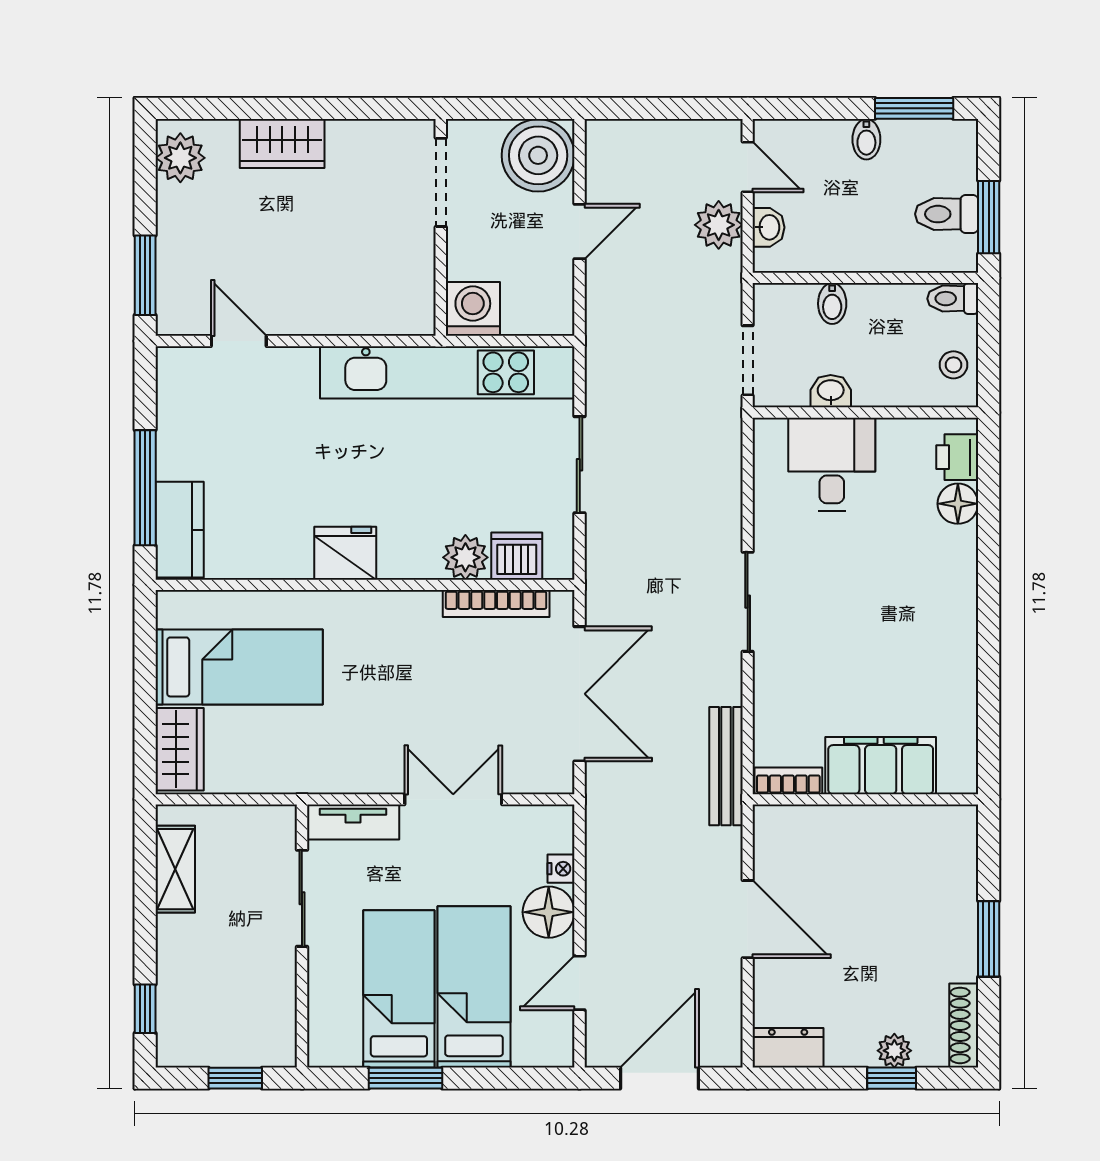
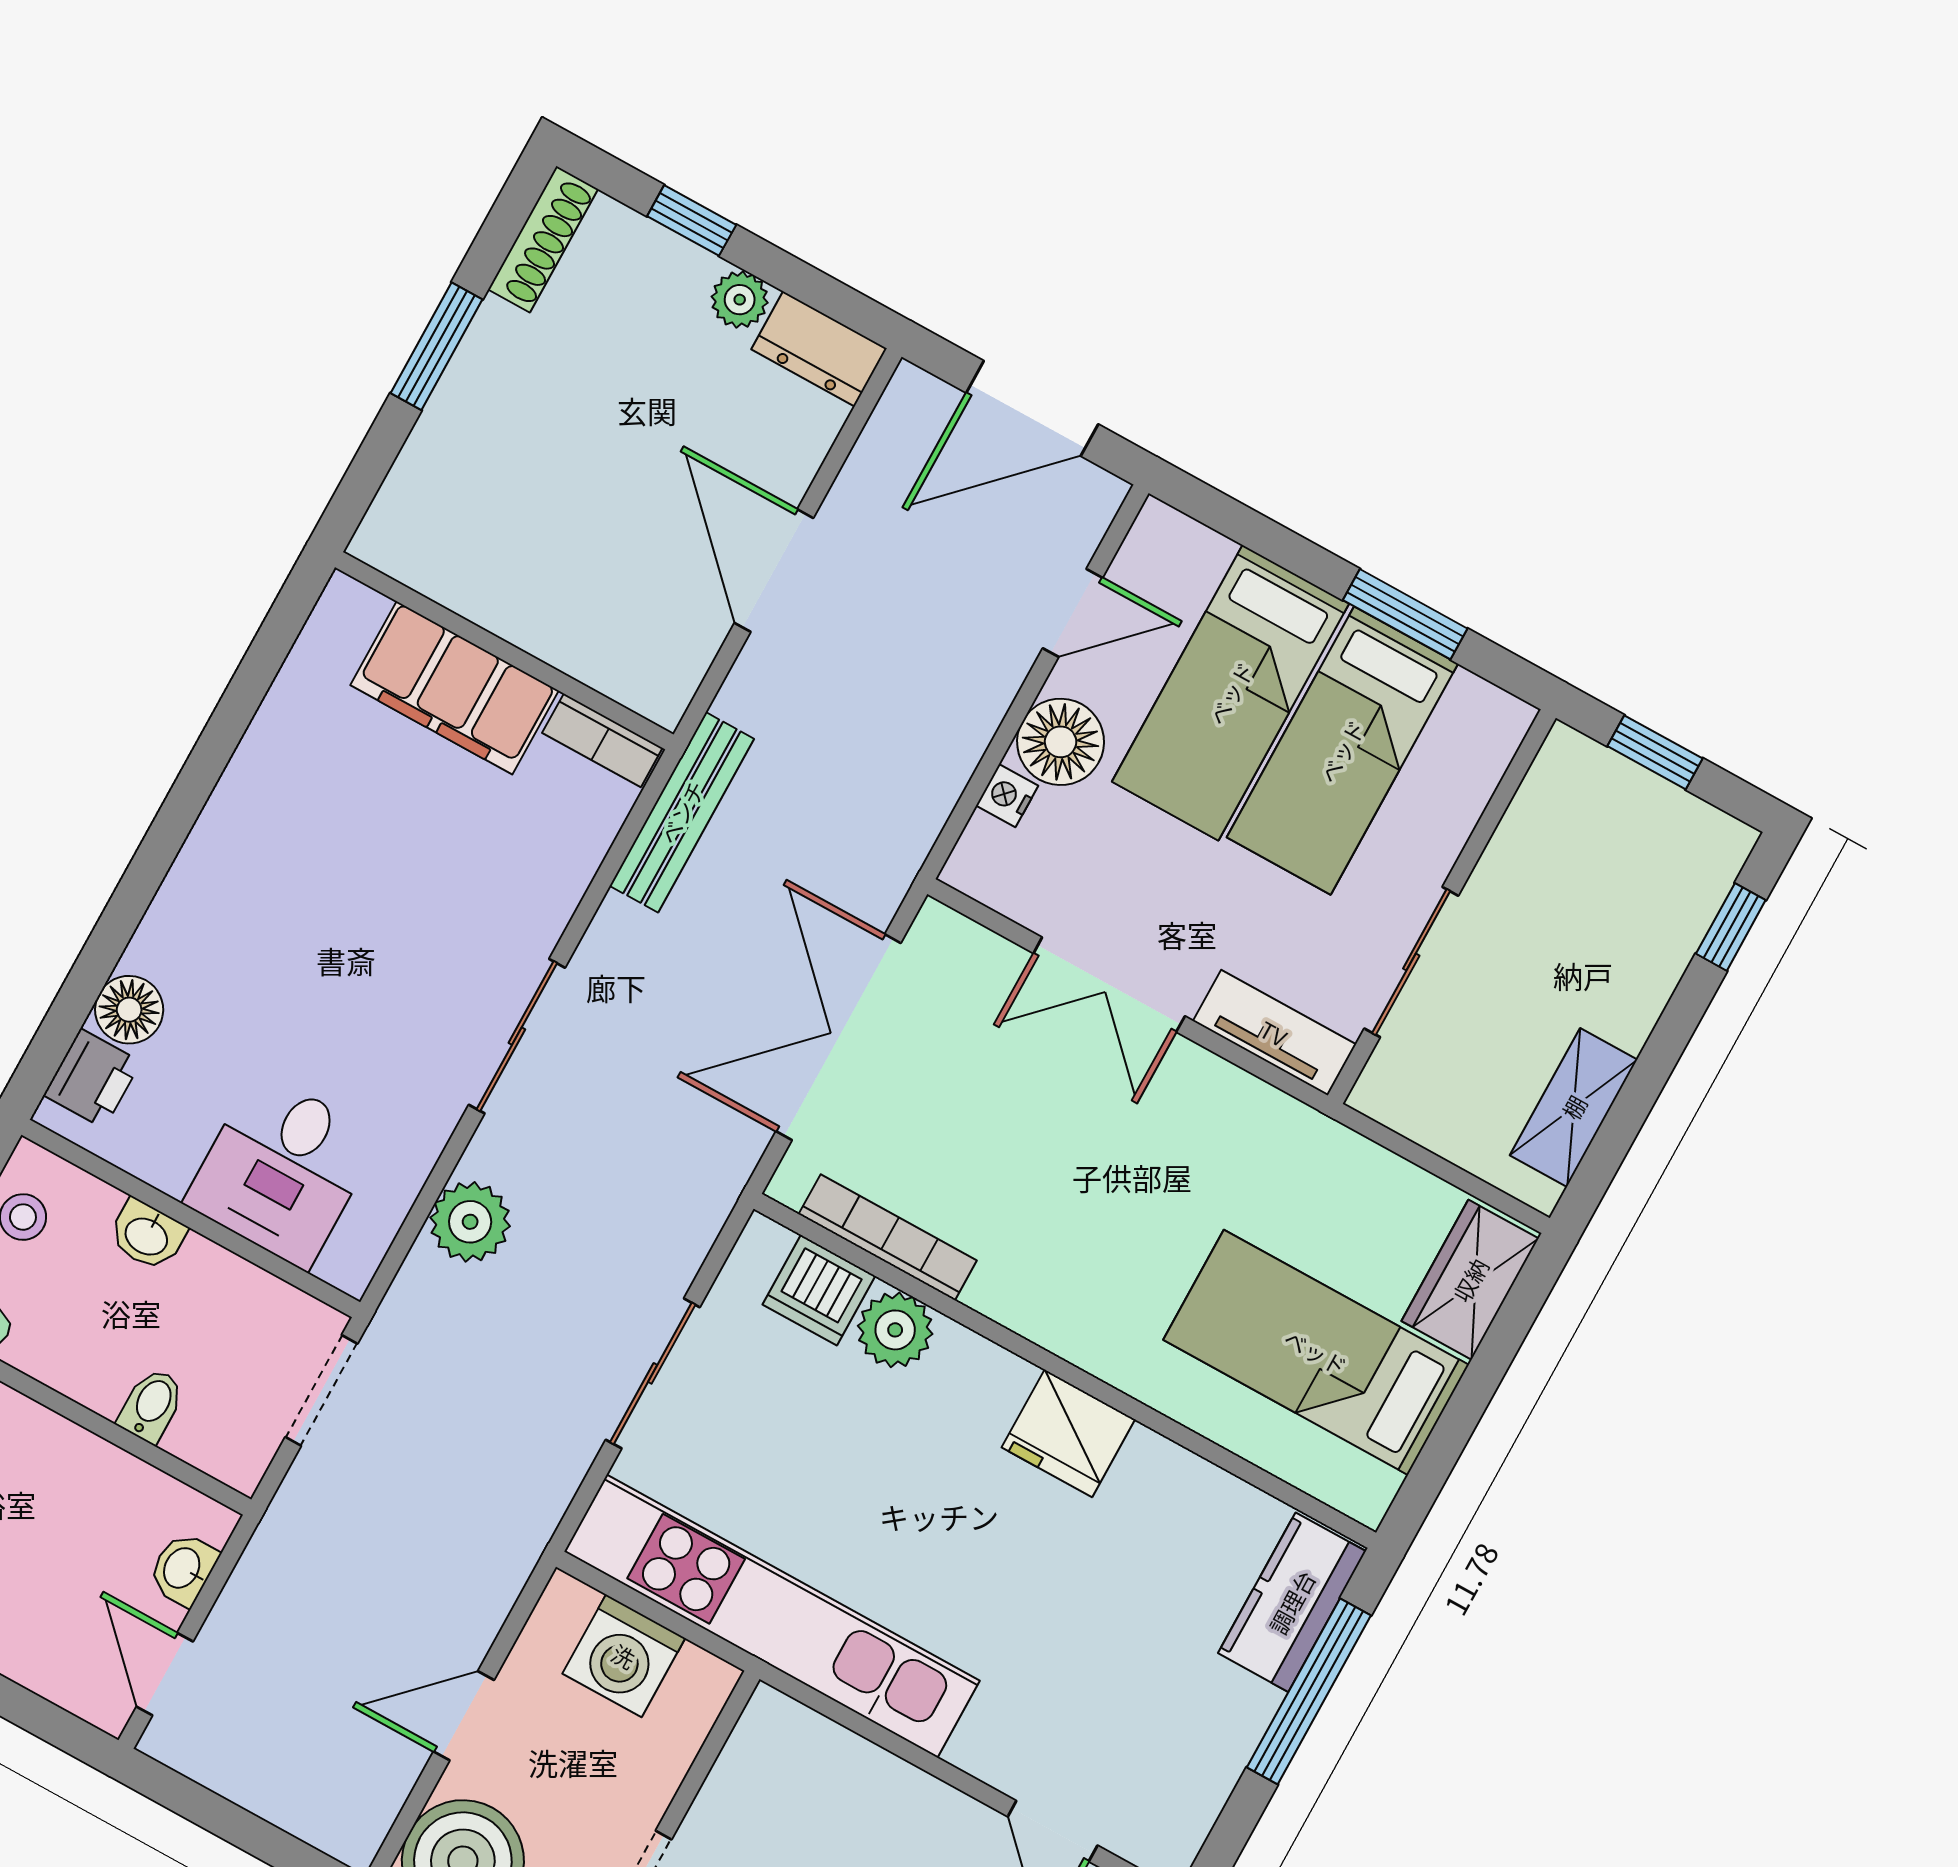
plant: (719, 225) -> (470, 1222), moved
washing machine: (473, 309) -> (624, 1656), moved
washbasin: (831, 391) -> (147, 1235), moved
plant: (894, 1051) -> (740, 300), moved

